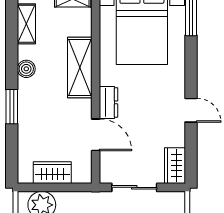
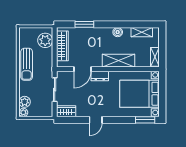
window: (12, 107) -> (84, 24), moved
wardrobe: (52, 173) -> (62, 46), width x1.50

